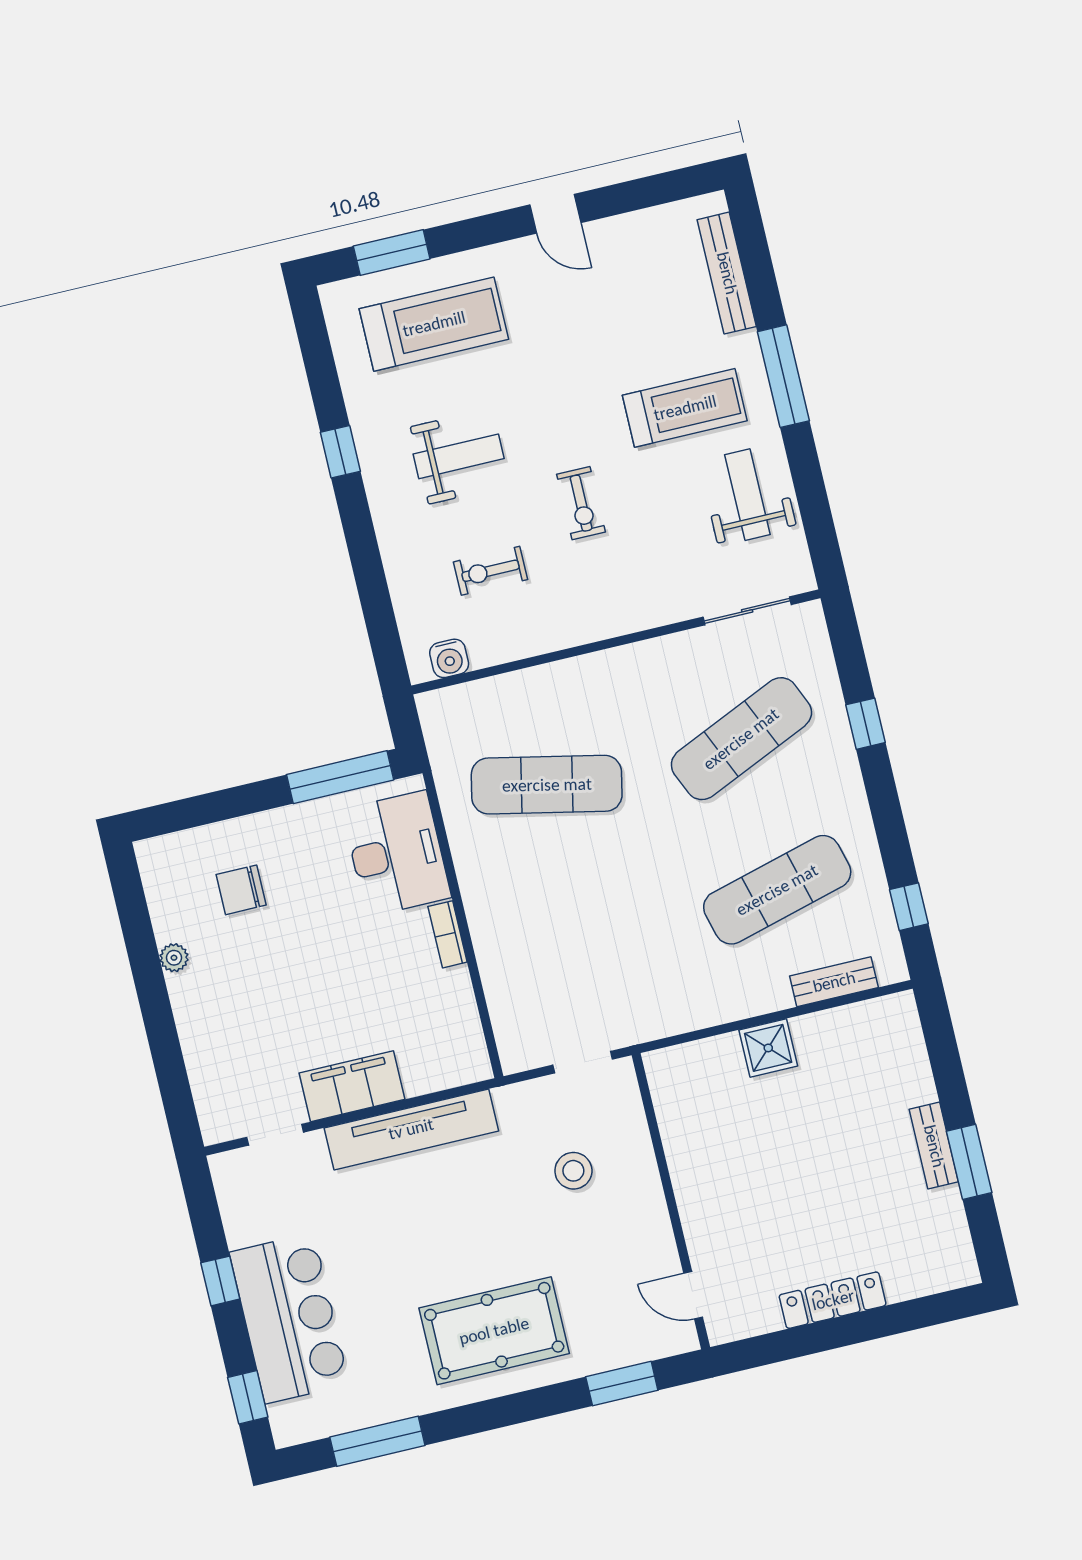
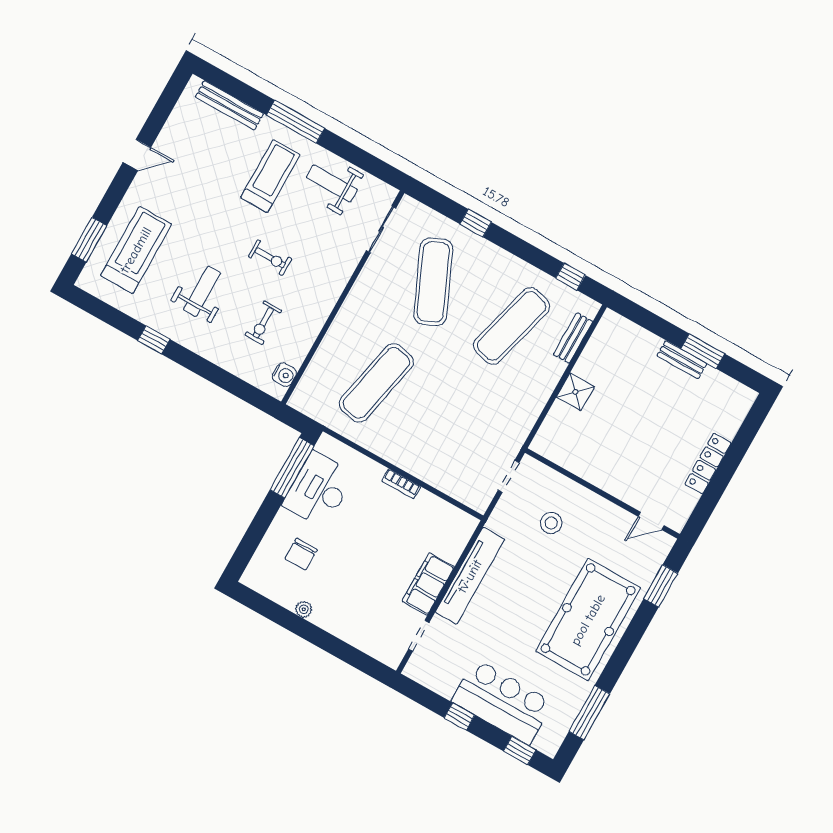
desk: (397, 854) -> (319, 490), moved, turned -90
exercise mat: (777, 890) -> (512, 326), turned 30
pool table: (494, 1331) -> (588, 620), width x1.36, depth x1.32

